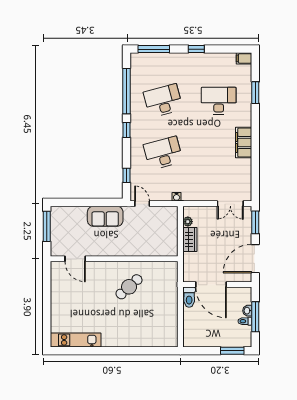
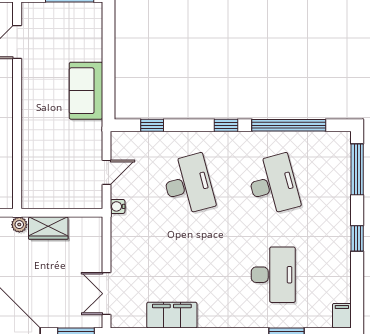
filing cabinet: (244, 142) -> (172, 315), moved
door: (142, 204) -> (107, 172), moved
plant: (188, 222) -> (19, 225), moved

